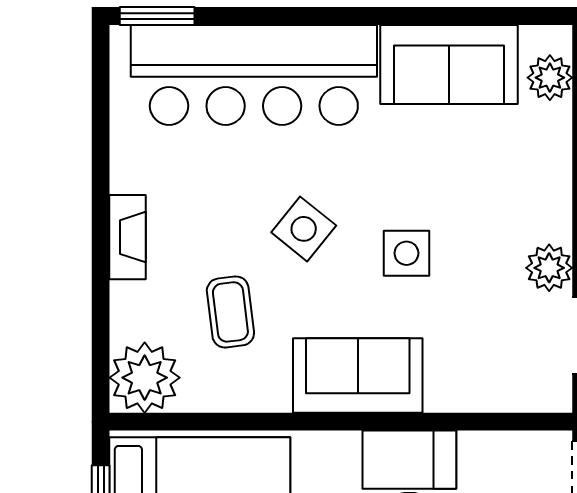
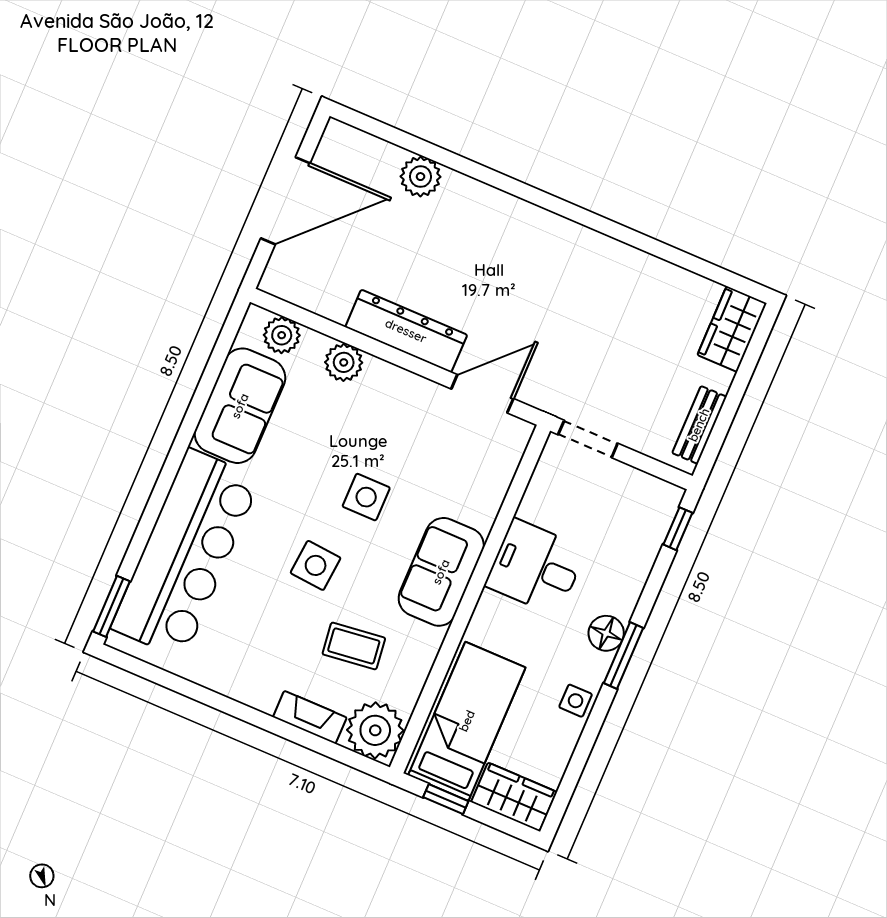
side table: (304, 229) -> (316, 565), turned -34
fireplace: (127, 237) -> (310, 717), moved
plant: (549, 268) -> (344, 362), moved

